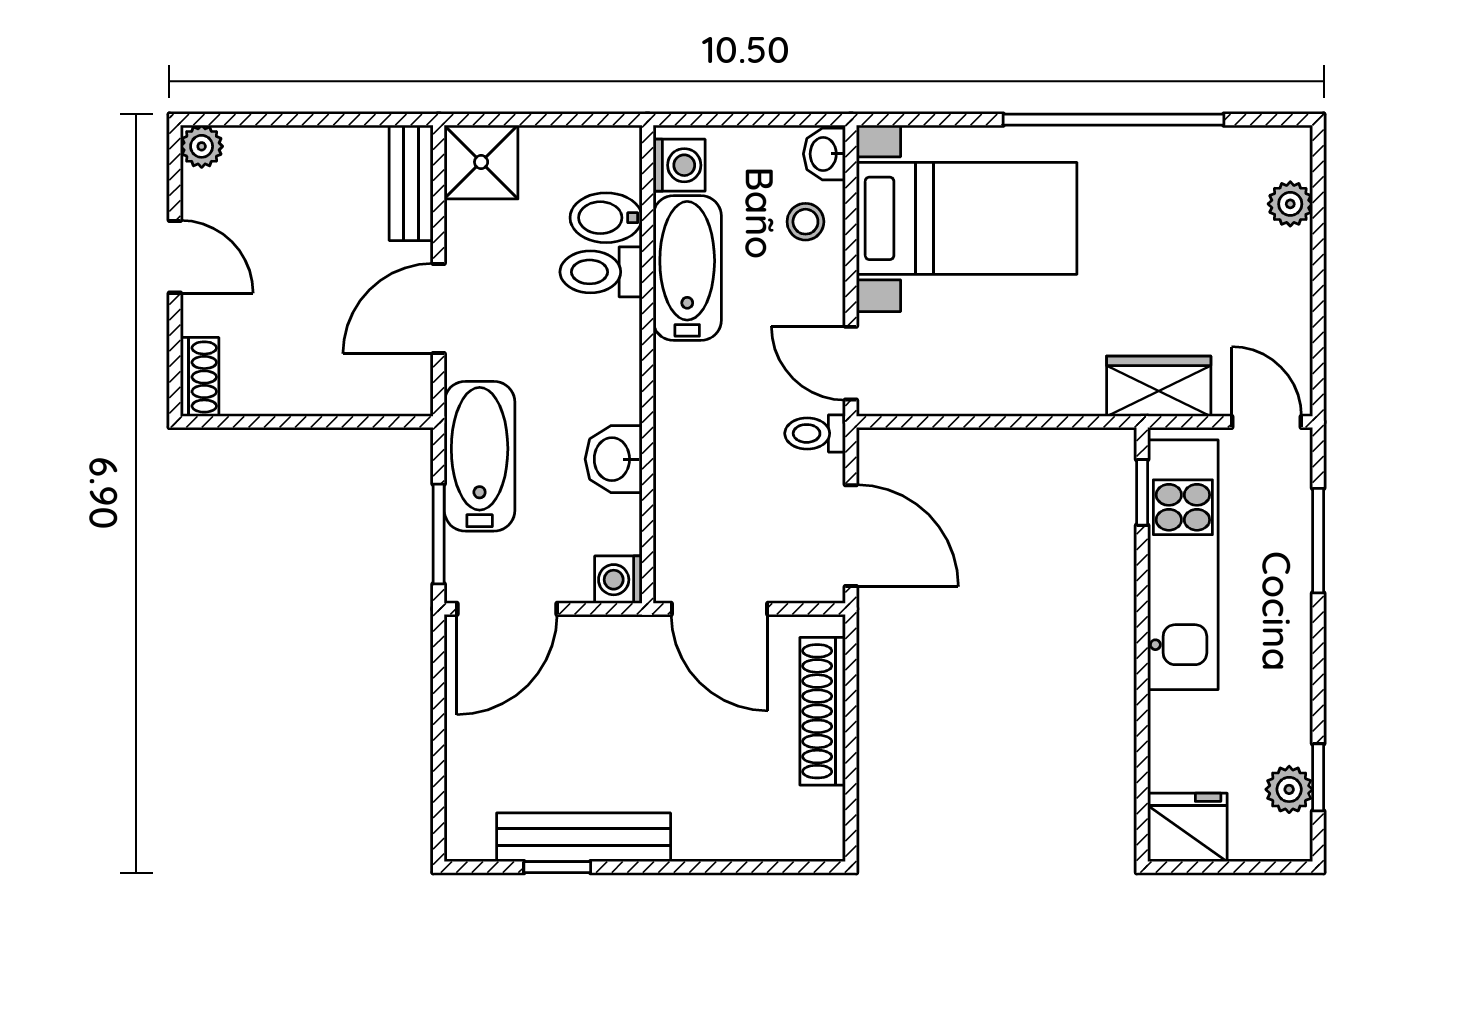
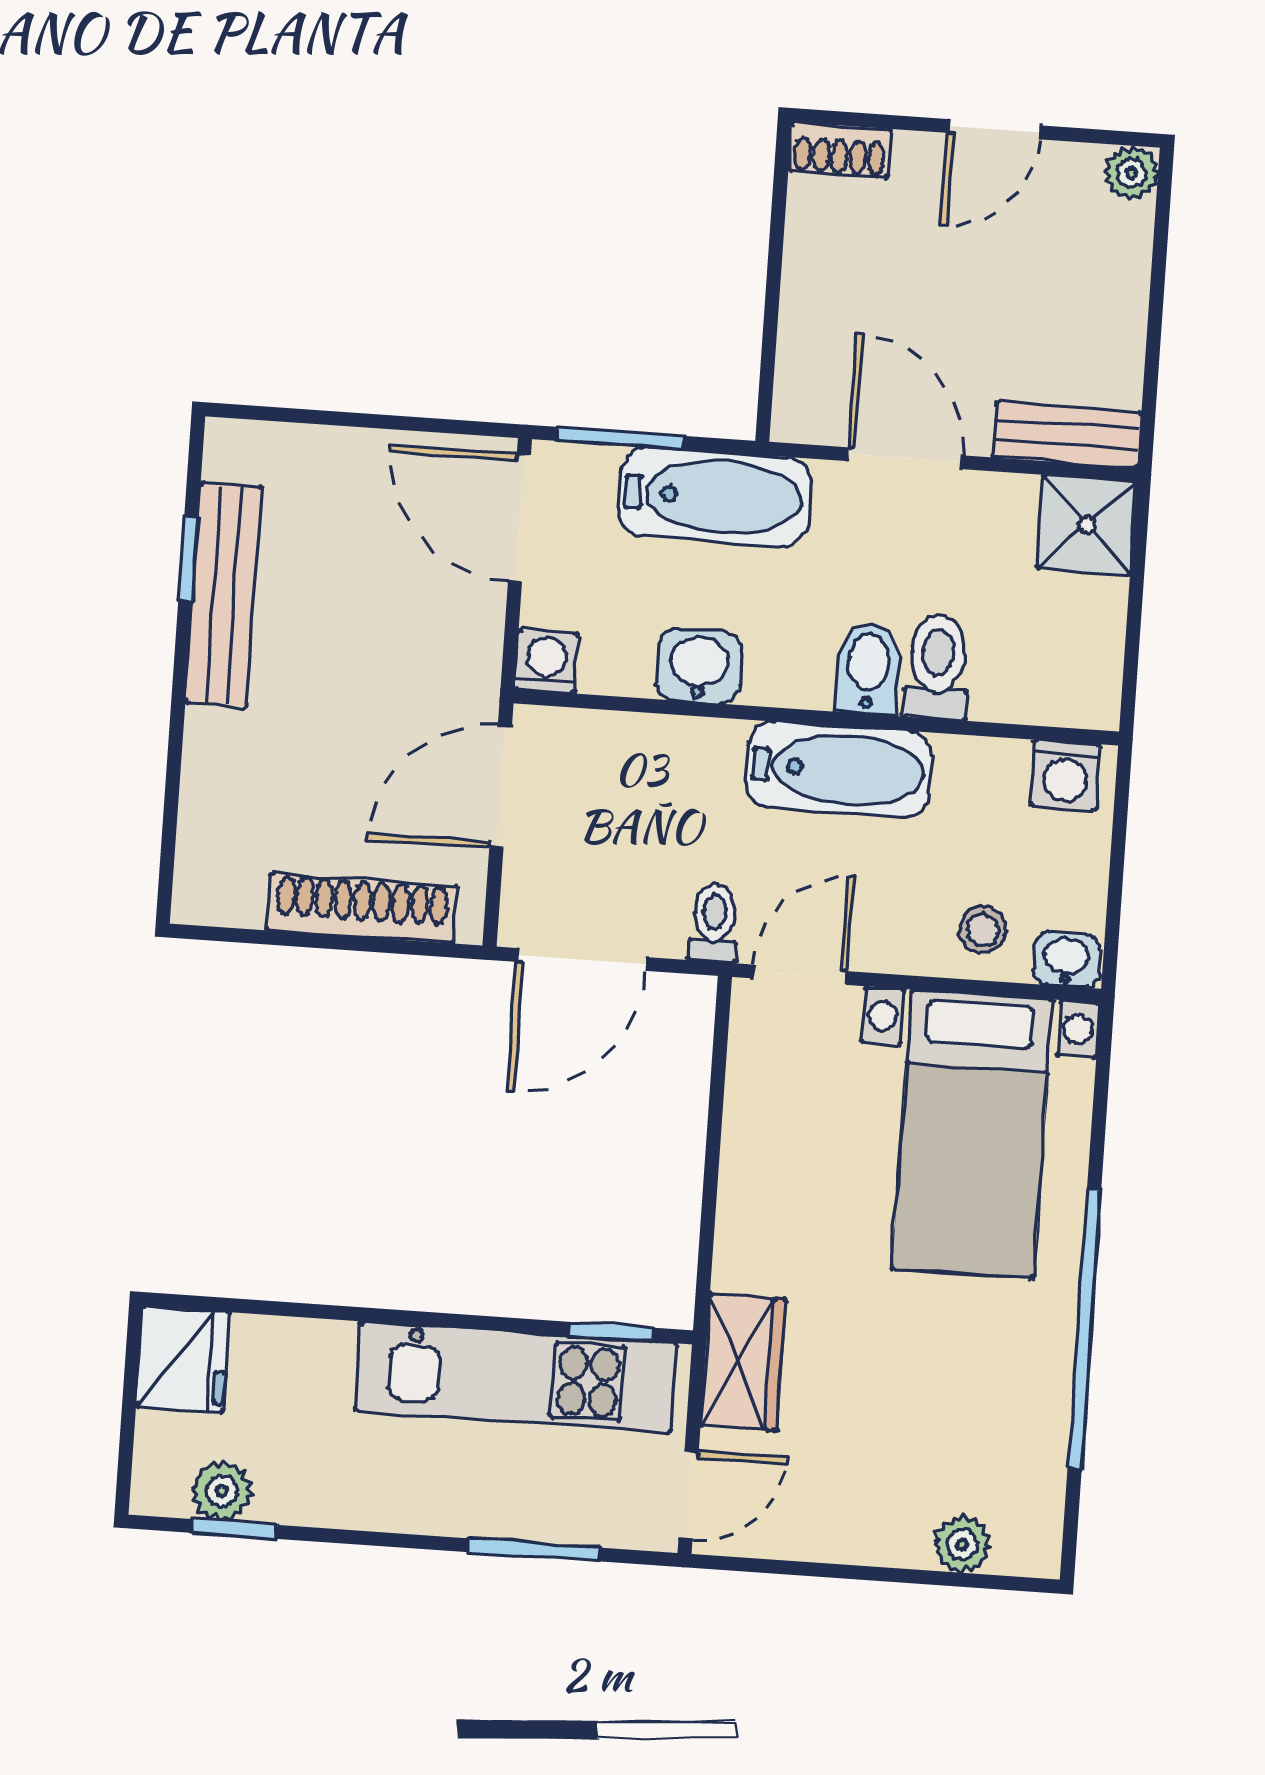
bidet: (606, 218) -> (868, 668), moved
bathtub: (687, 268) -> (839, 769), moved

